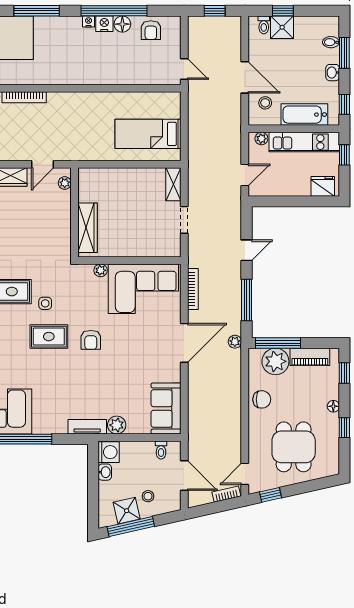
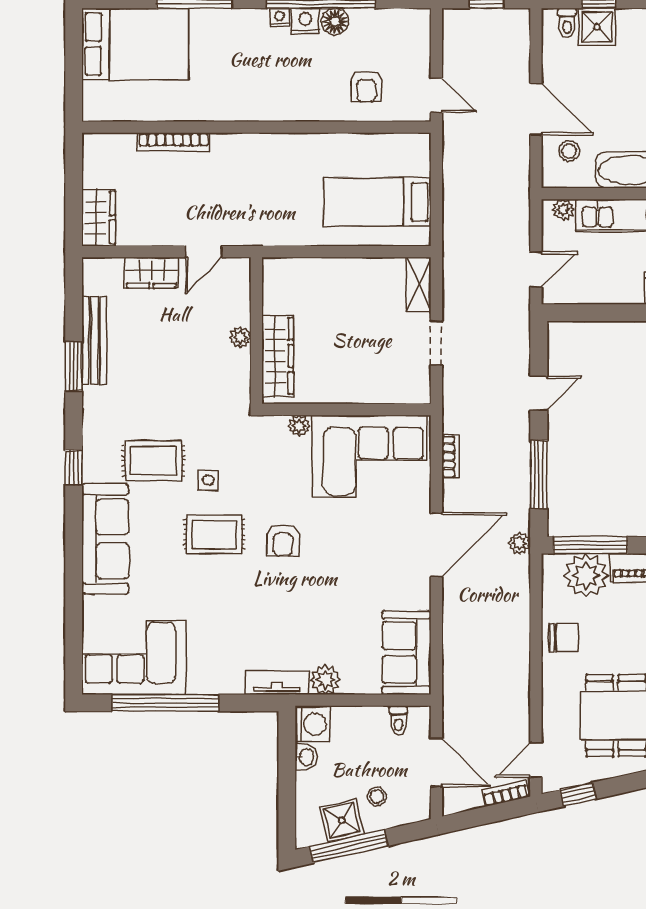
armchair: (151, 30) -> (366, 86), moved
plant: (65, 183) -> (240, 337), moved
bookcase: (193, 289) -> (451, 456), width x0.64

